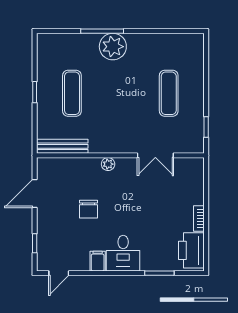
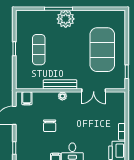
exercise mat: (169, 93) -> (102, 50), width x2.00, depth x1.45
bench: (62, 146) -> (60, 84), moved
filing cabinet: (54, 167) -> (27, 98), added

